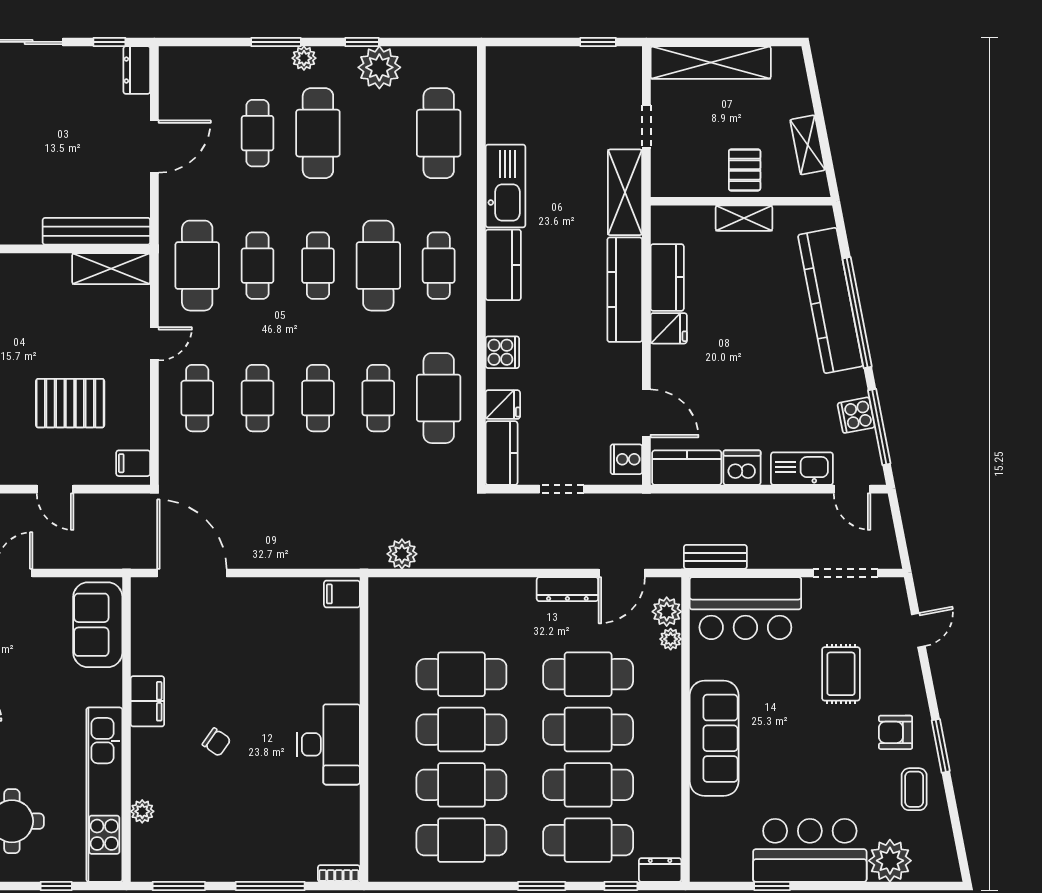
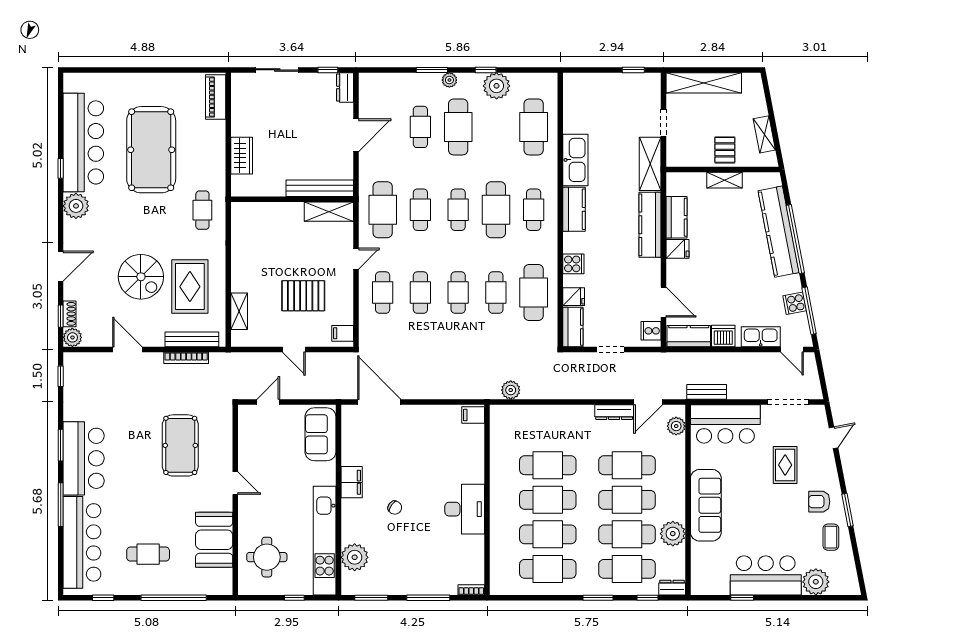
plant: (671, 639) -> (673, 534), moved, width x1.87, depth x1.87
plant: (142, 811) -> (355, 557), width x1.87, depth x1.87

